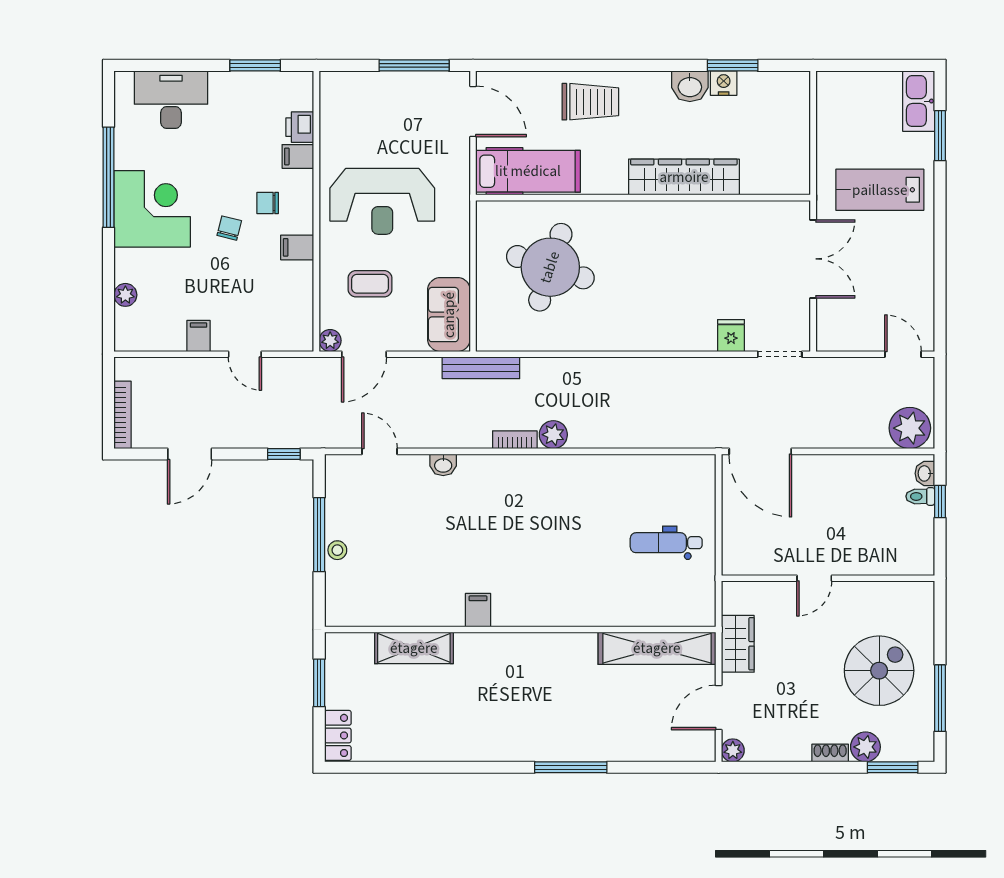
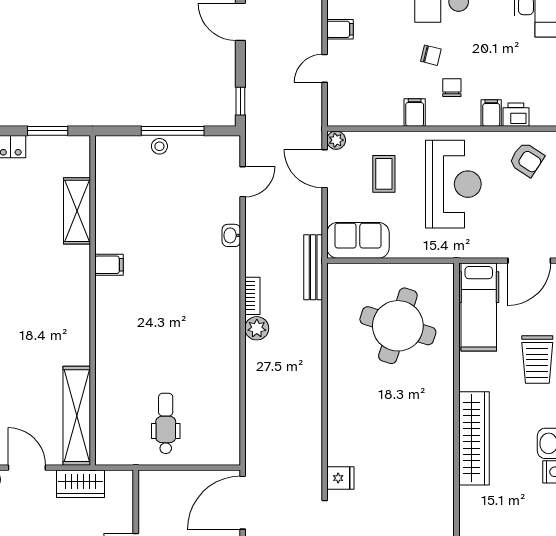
armchair: (353, 114) -> (527, 160), added
reception desk: (382, 201) -> (453, 184), turned 180

